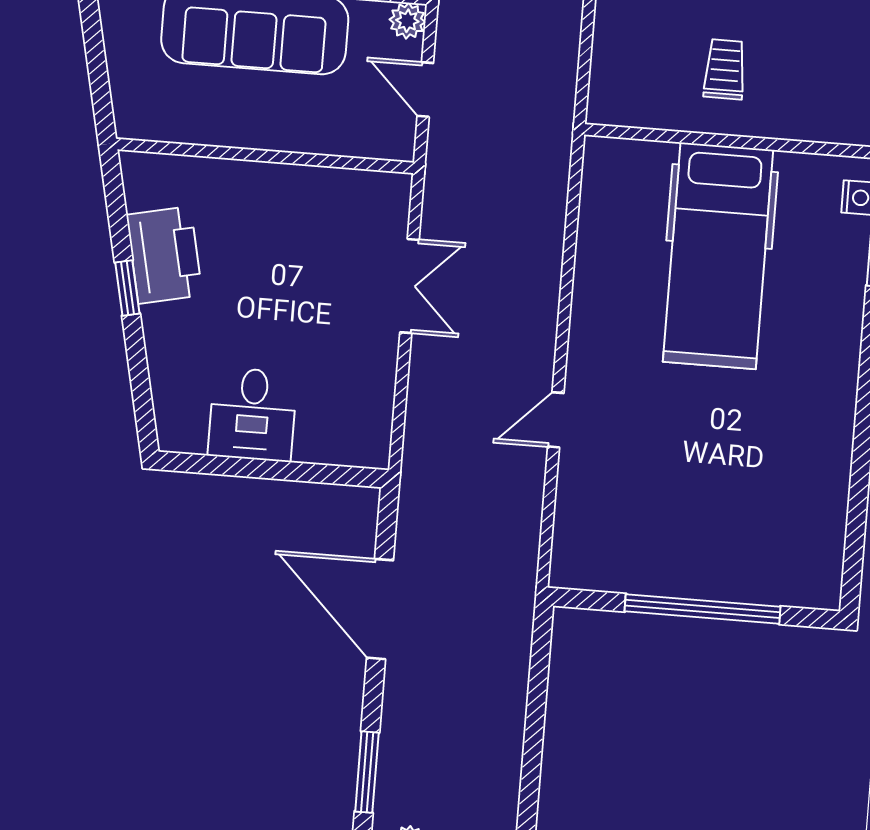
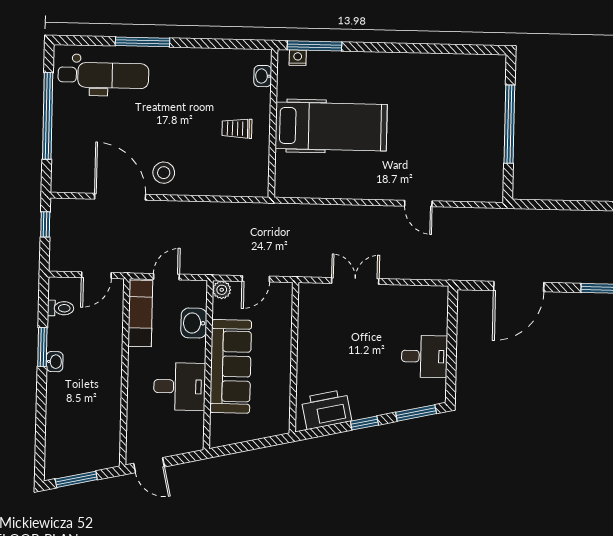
washbasin: (826, 126) -> (263, 76), added
printer: (164, 255) -> (326, 409), moved
window: (141, 391) -> (416, 413), added

